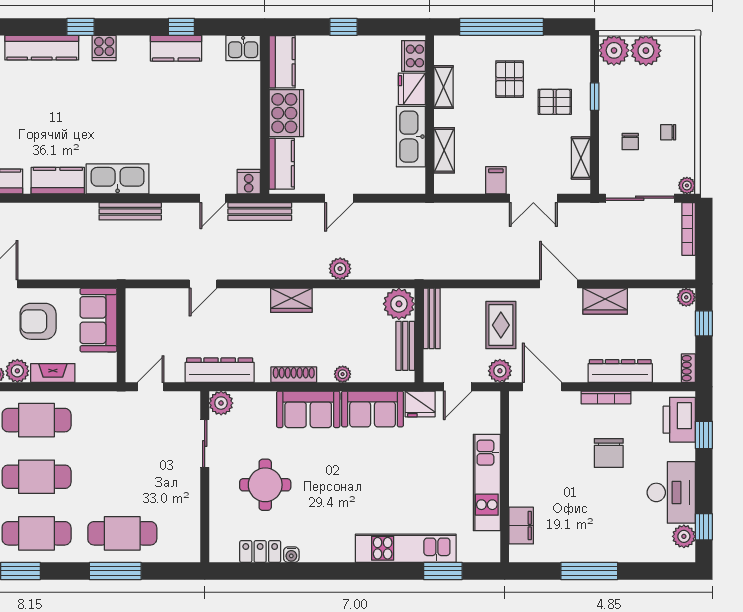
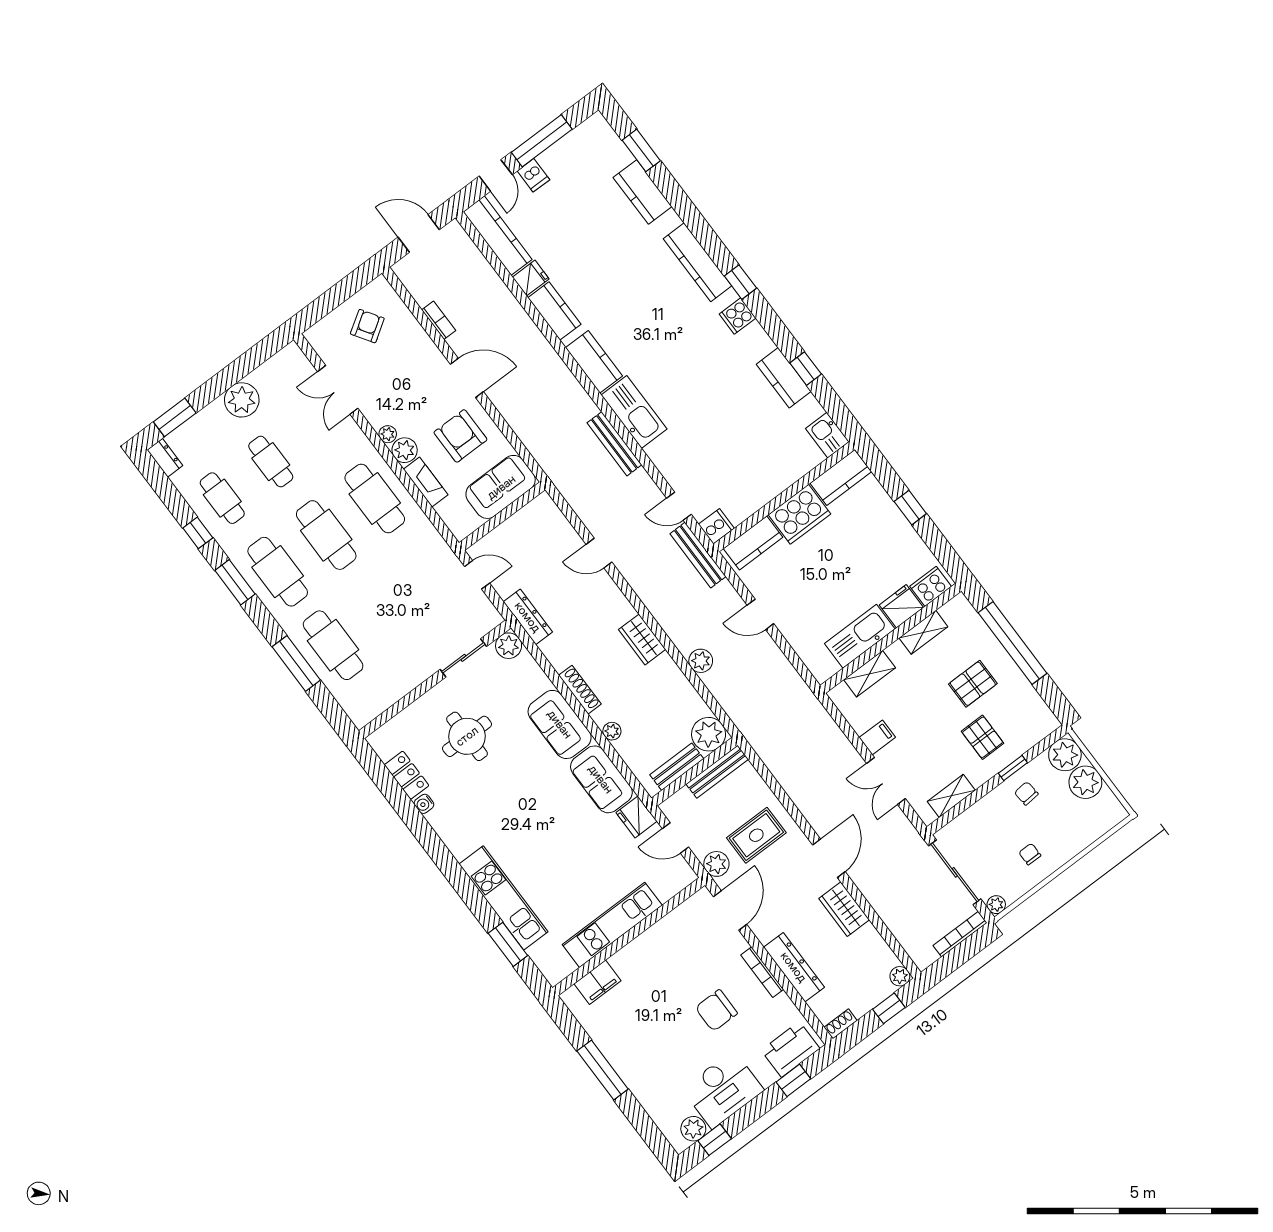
chair: (630, 142) -> (1026, 793), moved, turned 85
dresser: (220, 370) -> (528, 617), width x0.73, depth x0.80

